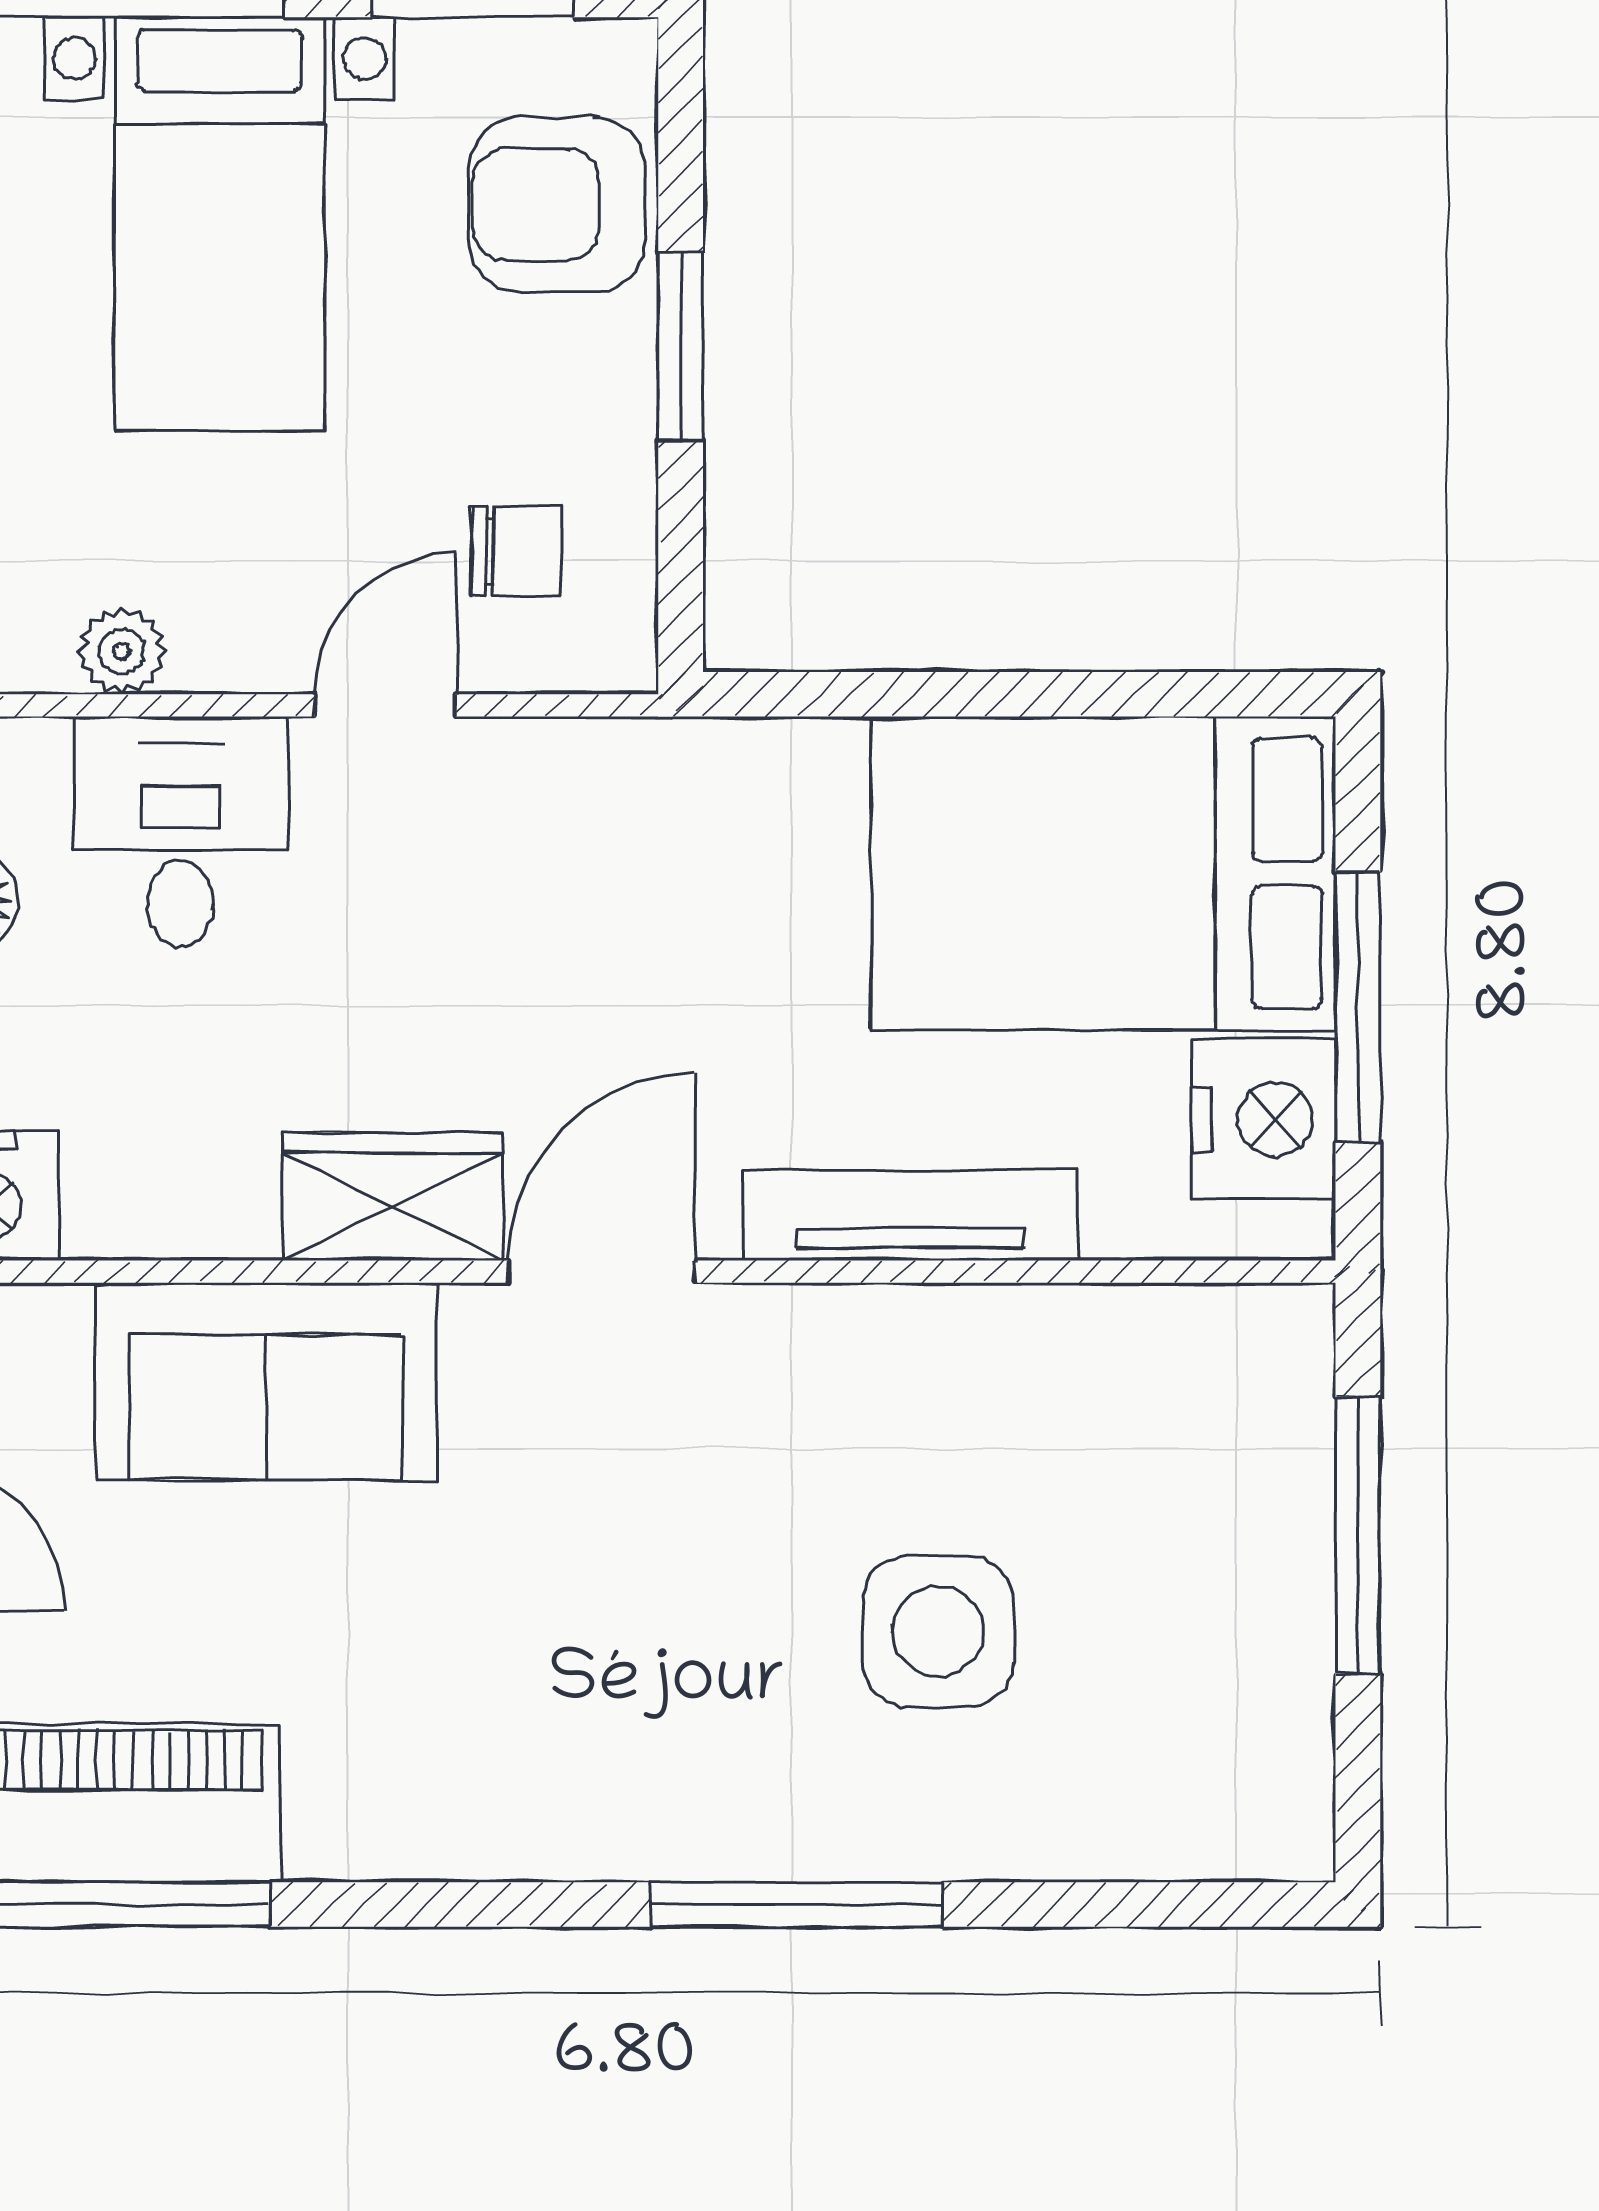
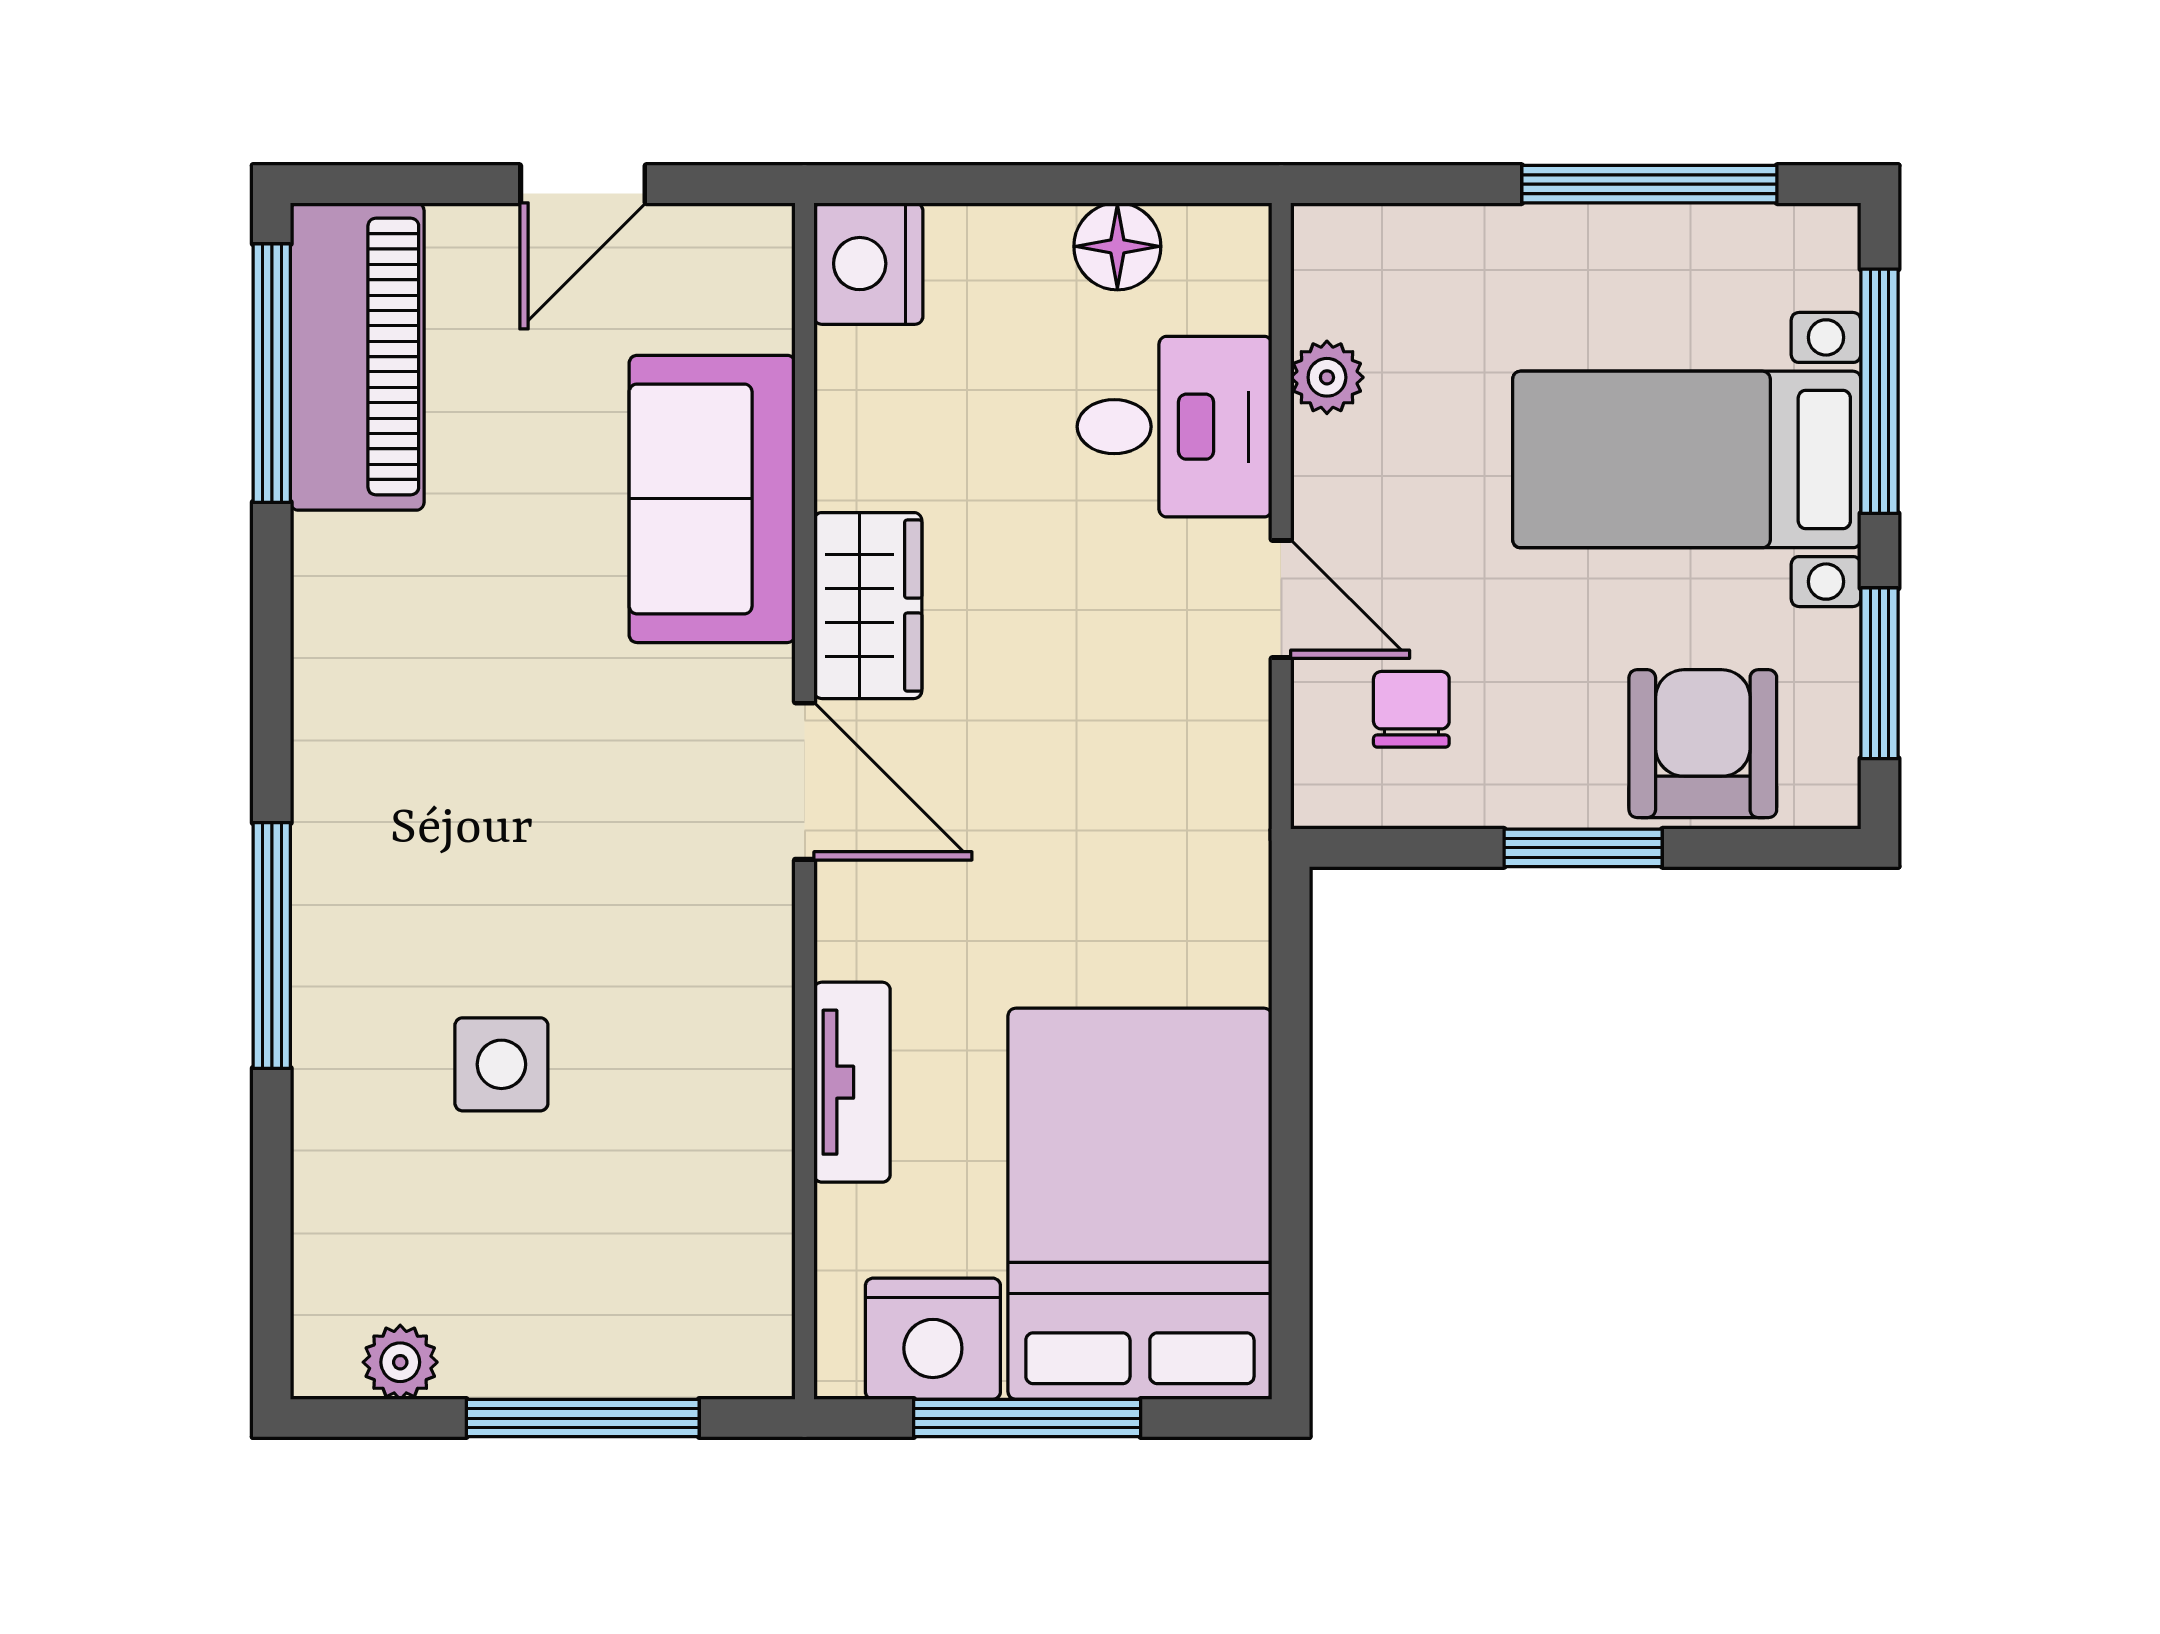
chair: (516, 551) -> (1411, 709), turned 180
tv unit: (910, 1215) -> (852, 1082), width x0.71
side table: (938, 1632) -> (501, 1064), width x0.73, depth x0.73
plant: (1292, 1752) -> (400, 1362), added

